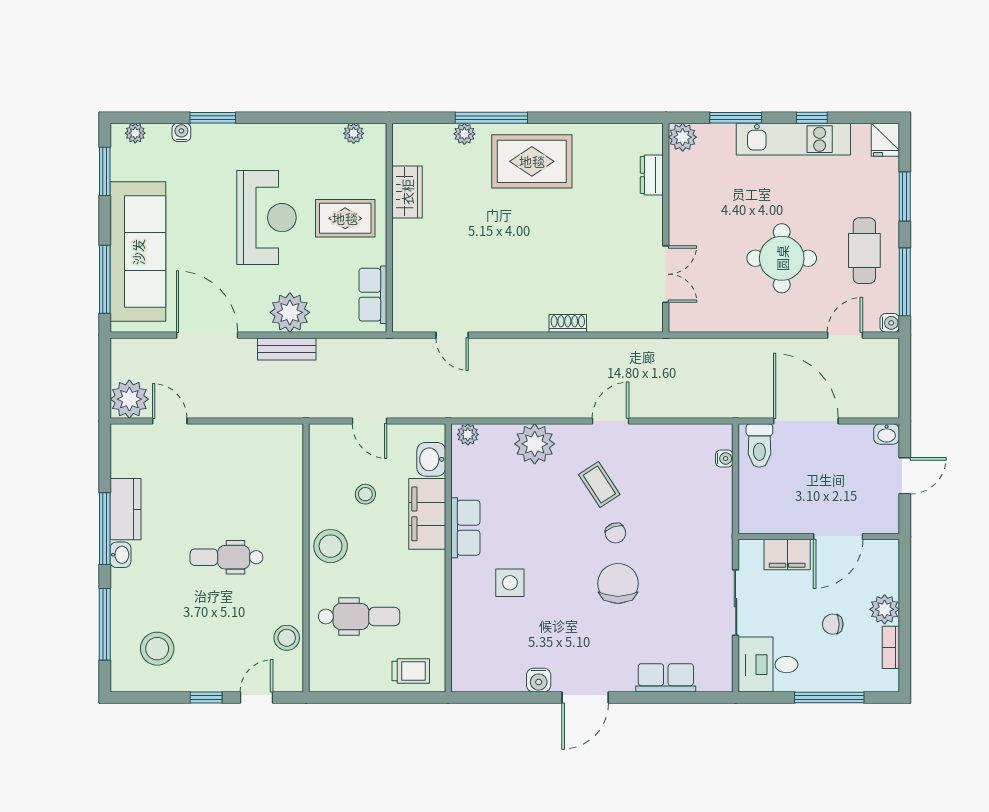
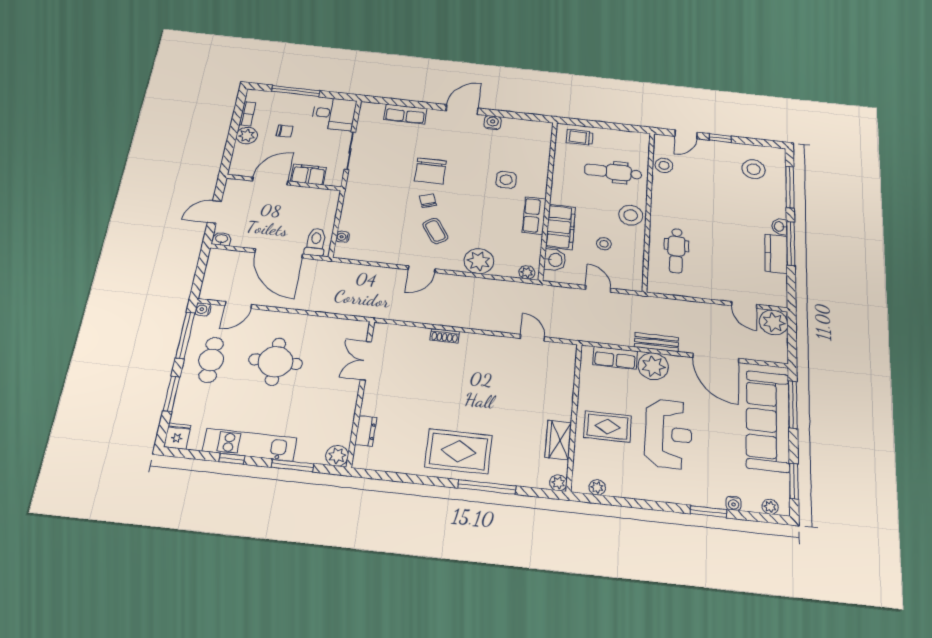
plant: (464, 134) -> (558, 483), moved
reception desk: (266, 218) -> (668, 434), turned 180
row of seats: (373, 295) -> (615, 358), moved, turned 90
dental chair: (226, 557) -> (676, 251), moved, turned 90

